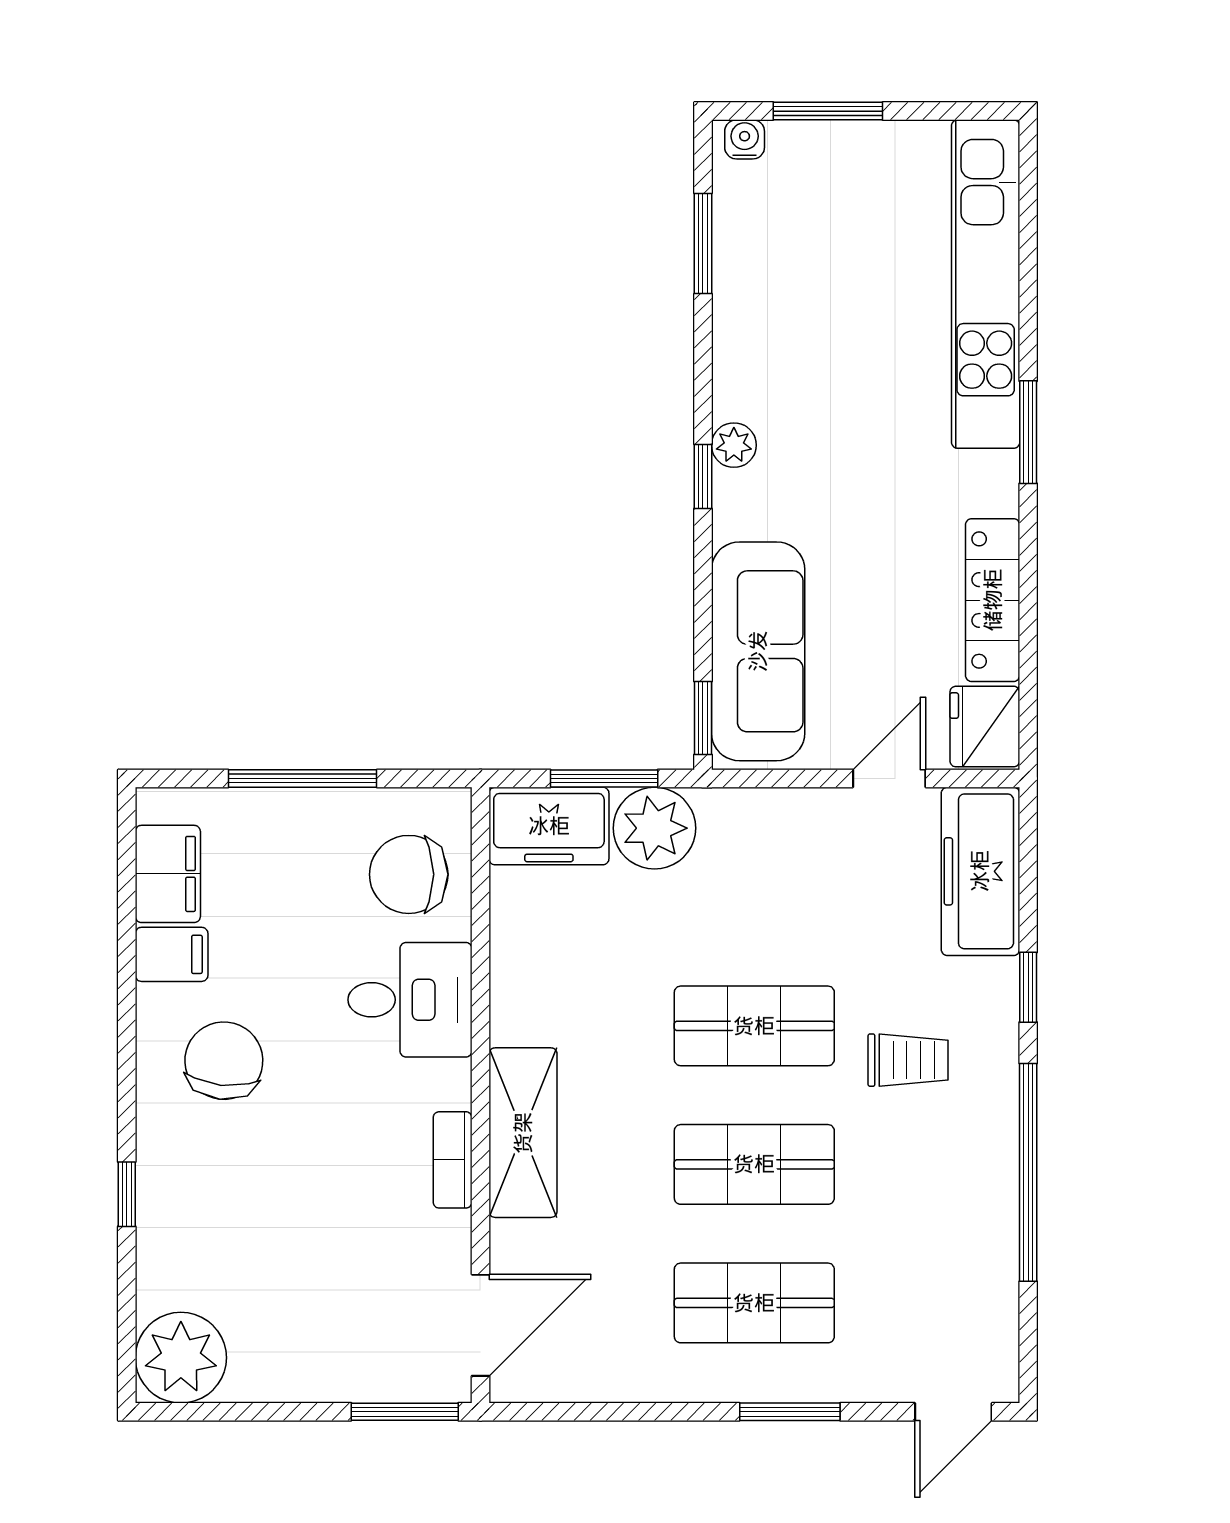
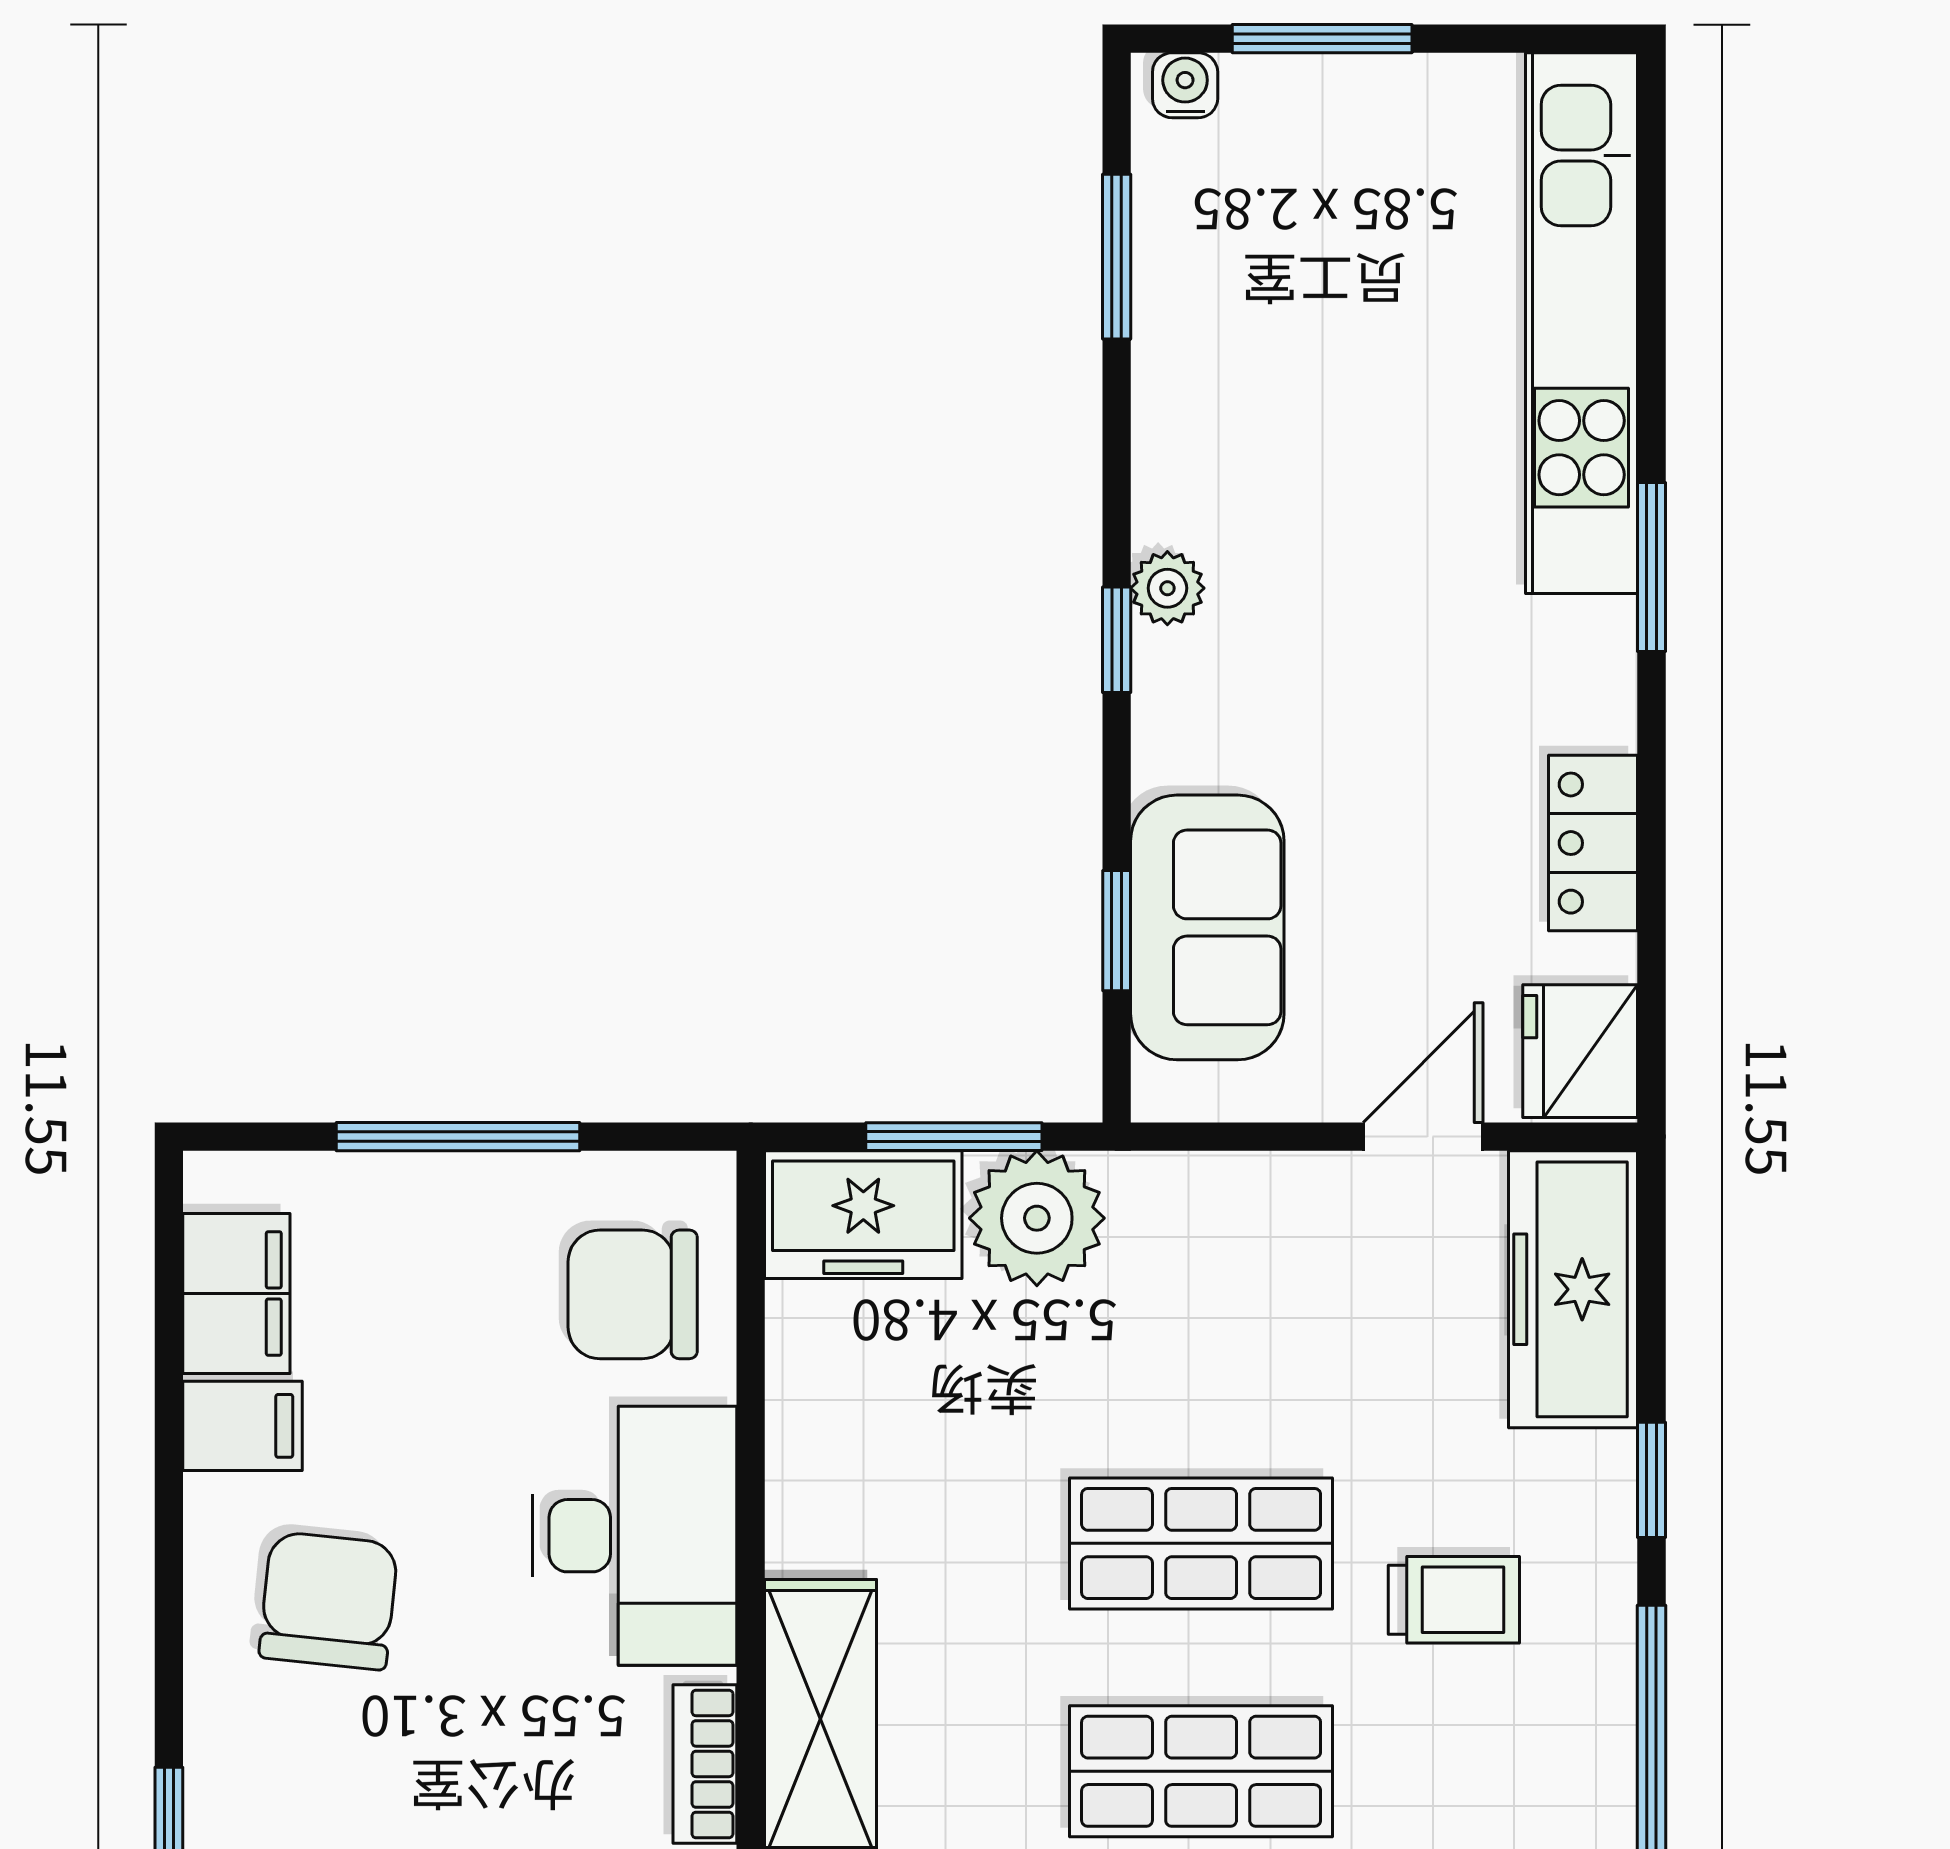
locker: (993, 600) -> (1593, 843), width x0.66
sofa: (758, 651) -> (1207, 927), width x0.73
window: (703, 718) -> (1117, 931), moved
desk: (410, 1000) -> (635, 1536), width x1.37

